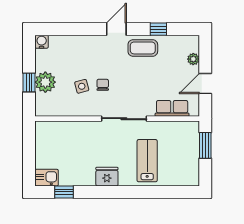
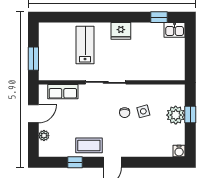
lab bench: (147, 161) -> (85, 45), turned 180

